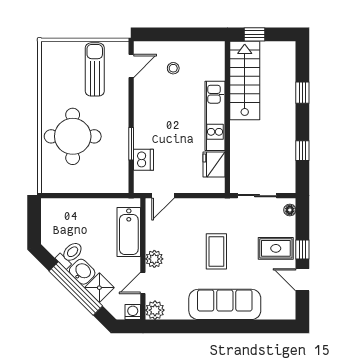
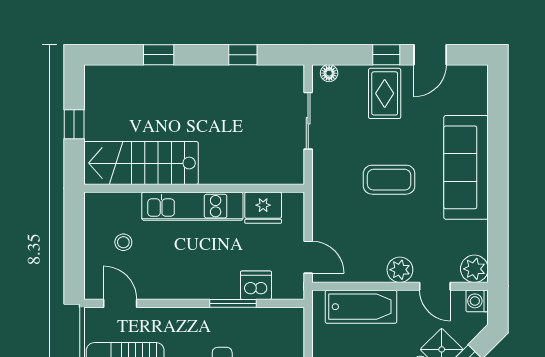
stairs: (245, 80) -> (141, 163), moved
kitchen unit: (215, 116) -> (192, 206), moved
wall: (227, 117) -> (194, 188), moved
fridge: (214, 165) -> (263, 208), moved

